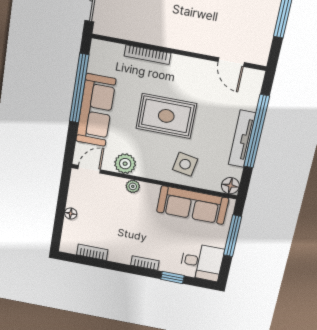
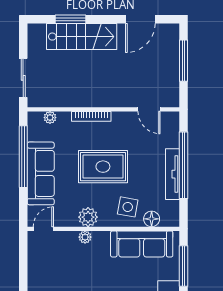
plant: (116, 50) -> (50, 118), added
bookcase: (147, 55) -> (91, 116), moved
plant: (125, 164) -> (88, 217), moved
floor lamp: (230, 186) -> (152, 219), moved
floor lamp: (71, 213) -> (33, 275), removed

